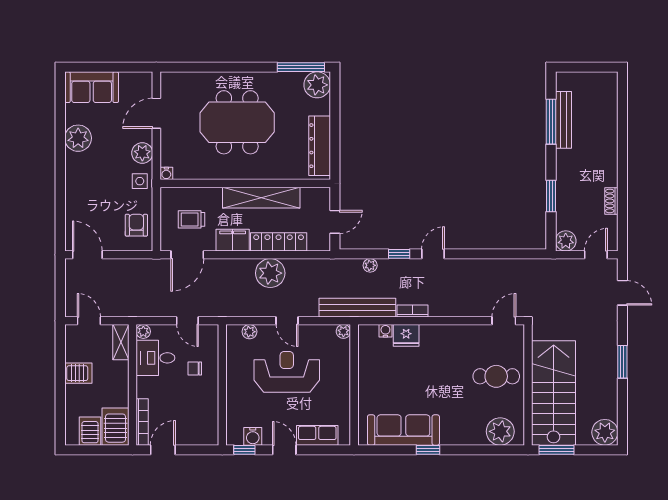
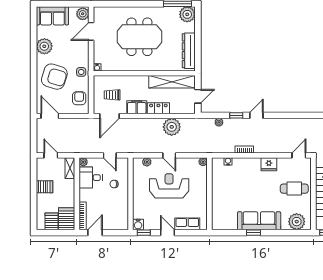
plant: (142, 153) -> (83, 14), moved
armchair: (95, 189) -> (54, 77), added
shelving: (261, 198) -> (172, 82), moved
locker: (279, 242) -> (158, 108), width x0.66
plant: (270, 273) -> (172, 127), moved
bench: (357, 308) -> (211, 148), removed
fridge: (406, 335) -> (269, 164), moved
sofa: (403, 430) -> (259, 221), moved
water cooler: (253, 436) -> (138, 224), moved

